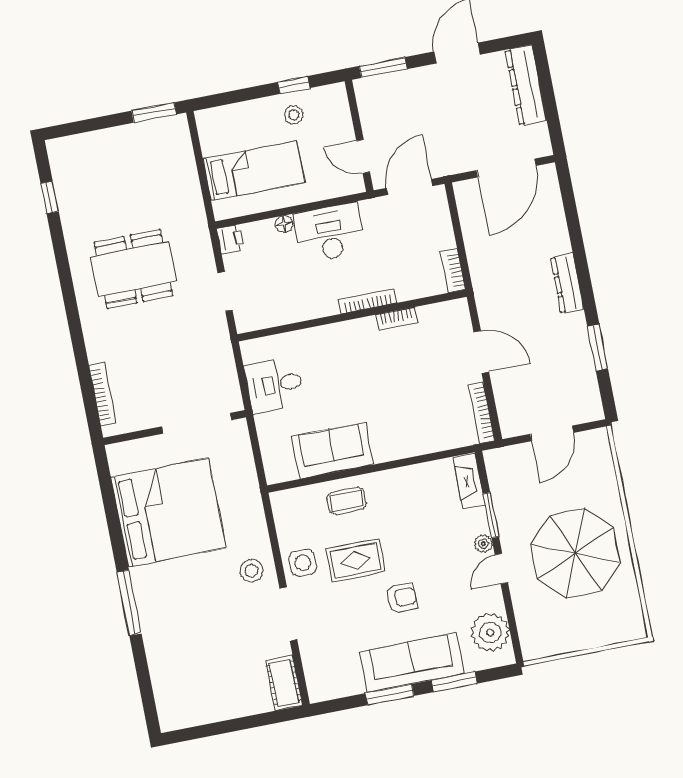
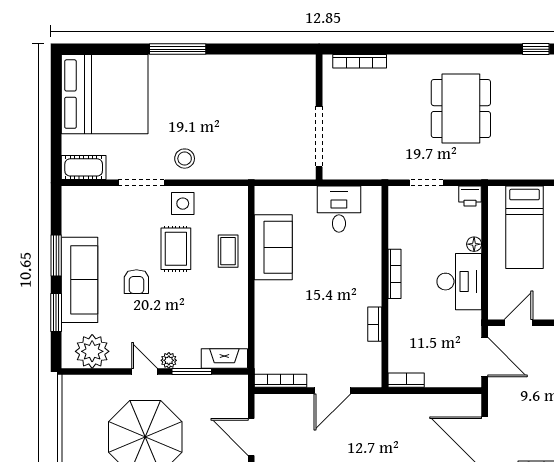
bookcase: (368, 301) -> (394, 274), moved
bed: (168, 512) -> (105, 94), moved, turned -90

